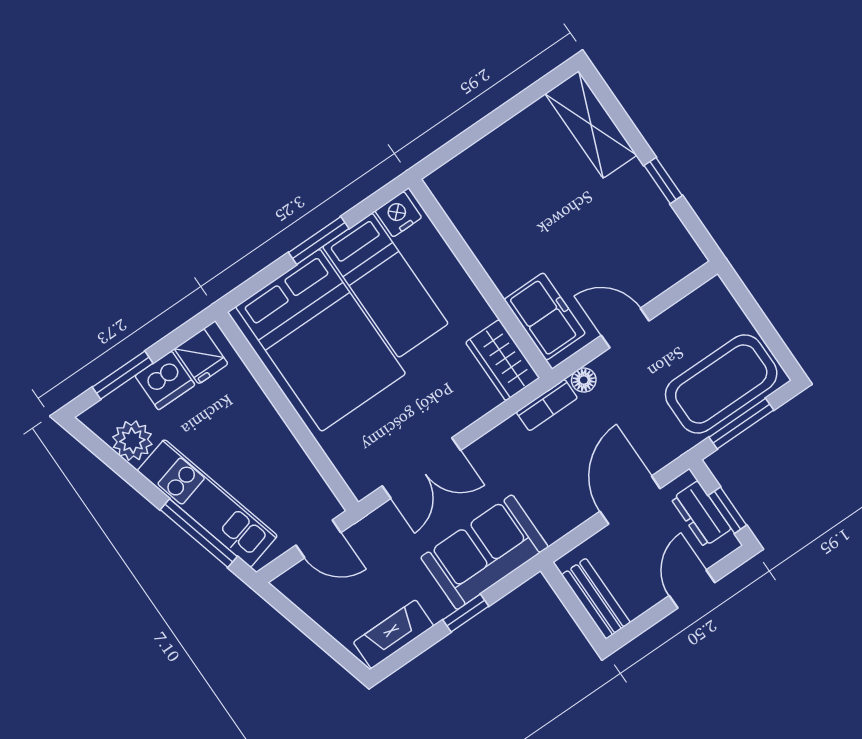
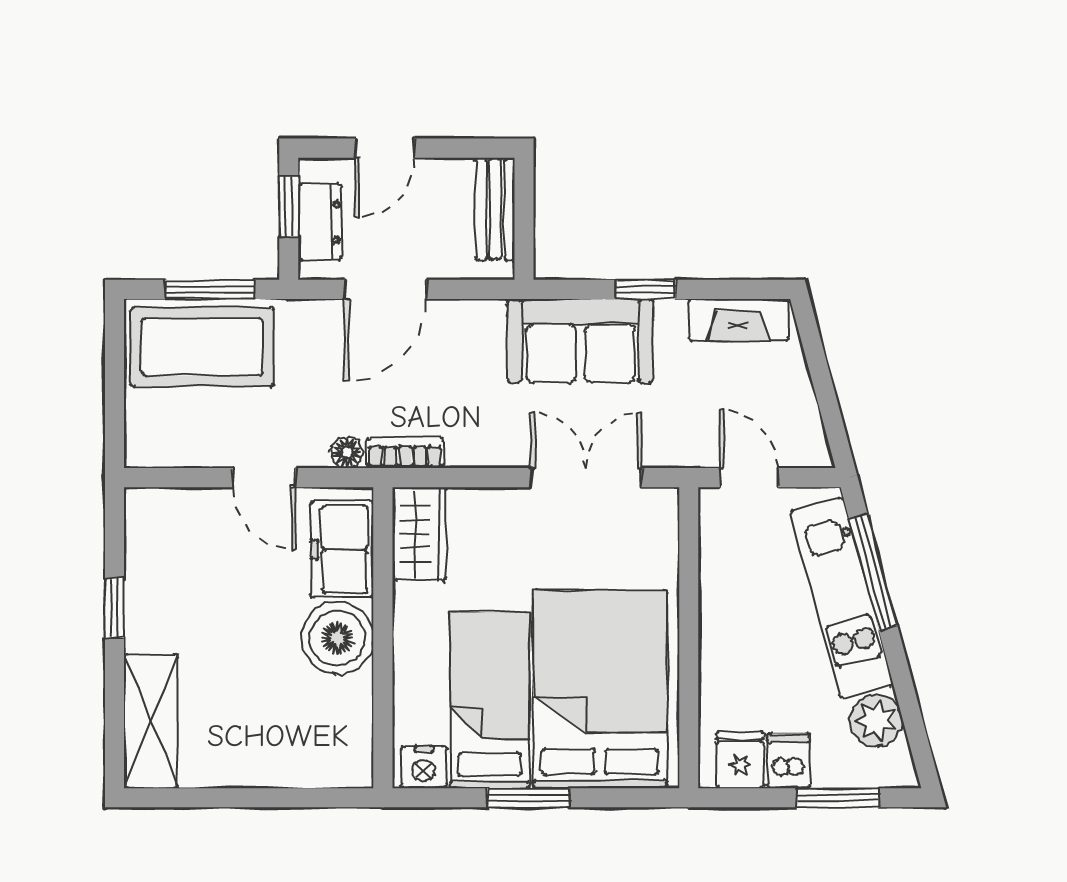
boiler: (509, 258) -> (337, 638), added
dishwasher: (165, 380) -> (789, 761), width x0.73

